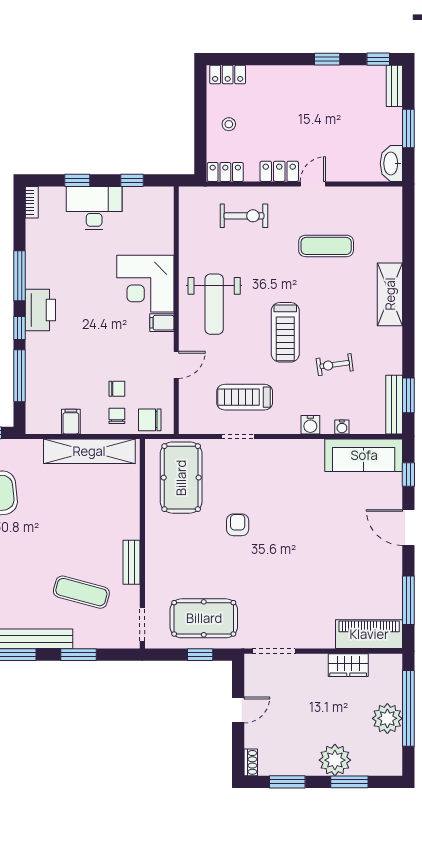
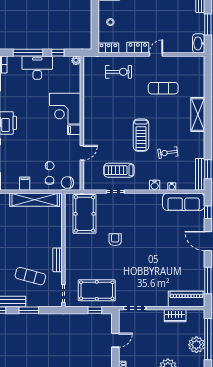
window: (77, 180) -> (28, 53), width x2.17
plant: (165, 195) -> (76, 60), added
weight bench: (214, 304) -> (102, 120), removed

